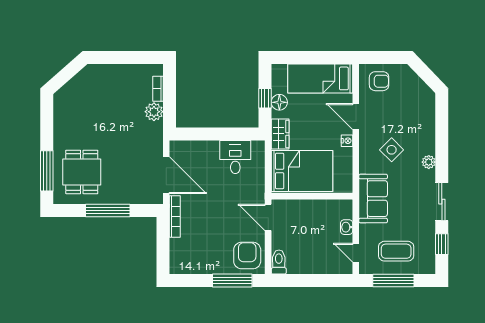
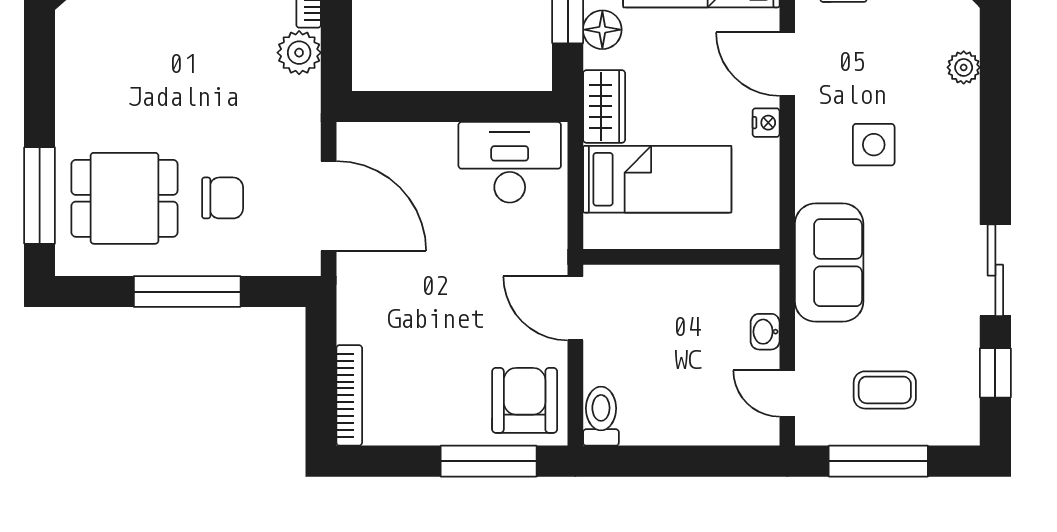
side table: (392, 150) -> (874, 145), turned 45
desk: (235, 157) -> (510, 162), width x1.37
plant: (429, 162) -> (964, 67), moved
bed: (302, 171) -> (657, 179), width x0.67
dining table: (82, 172) -> (124, 198), turned 90
chair: (122, 172) -> (223, 198), added
bookcase: (175, 217) -> (349, 395), moved
coffee table: (396, 251) -> (885, 390), width x0.73, depth x0.77

